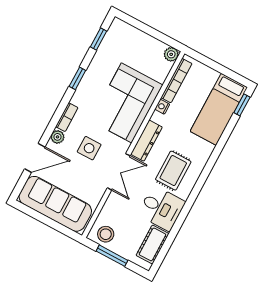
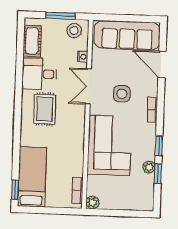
window: (99, 39) -> (158, 174), moved
bookcase: (176, 81) -> (78, 191), width x0.64
nightstand: (162, 107) -> (83, 57), moved
plant: (57, 137) -> (149, 167), moved
dresser: (146, 141) -> (78, 123), removed
door: (35, 158) -> (162, 64), hinge flipped

